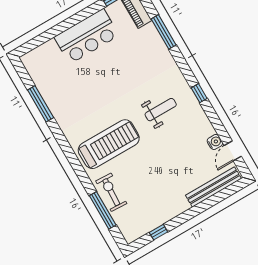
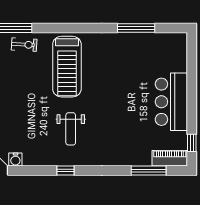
window: (164, 32) -> (149, 170), moved
exercise bike: (111, 192) -> (24, 45), width x0.73, depth x0.72

